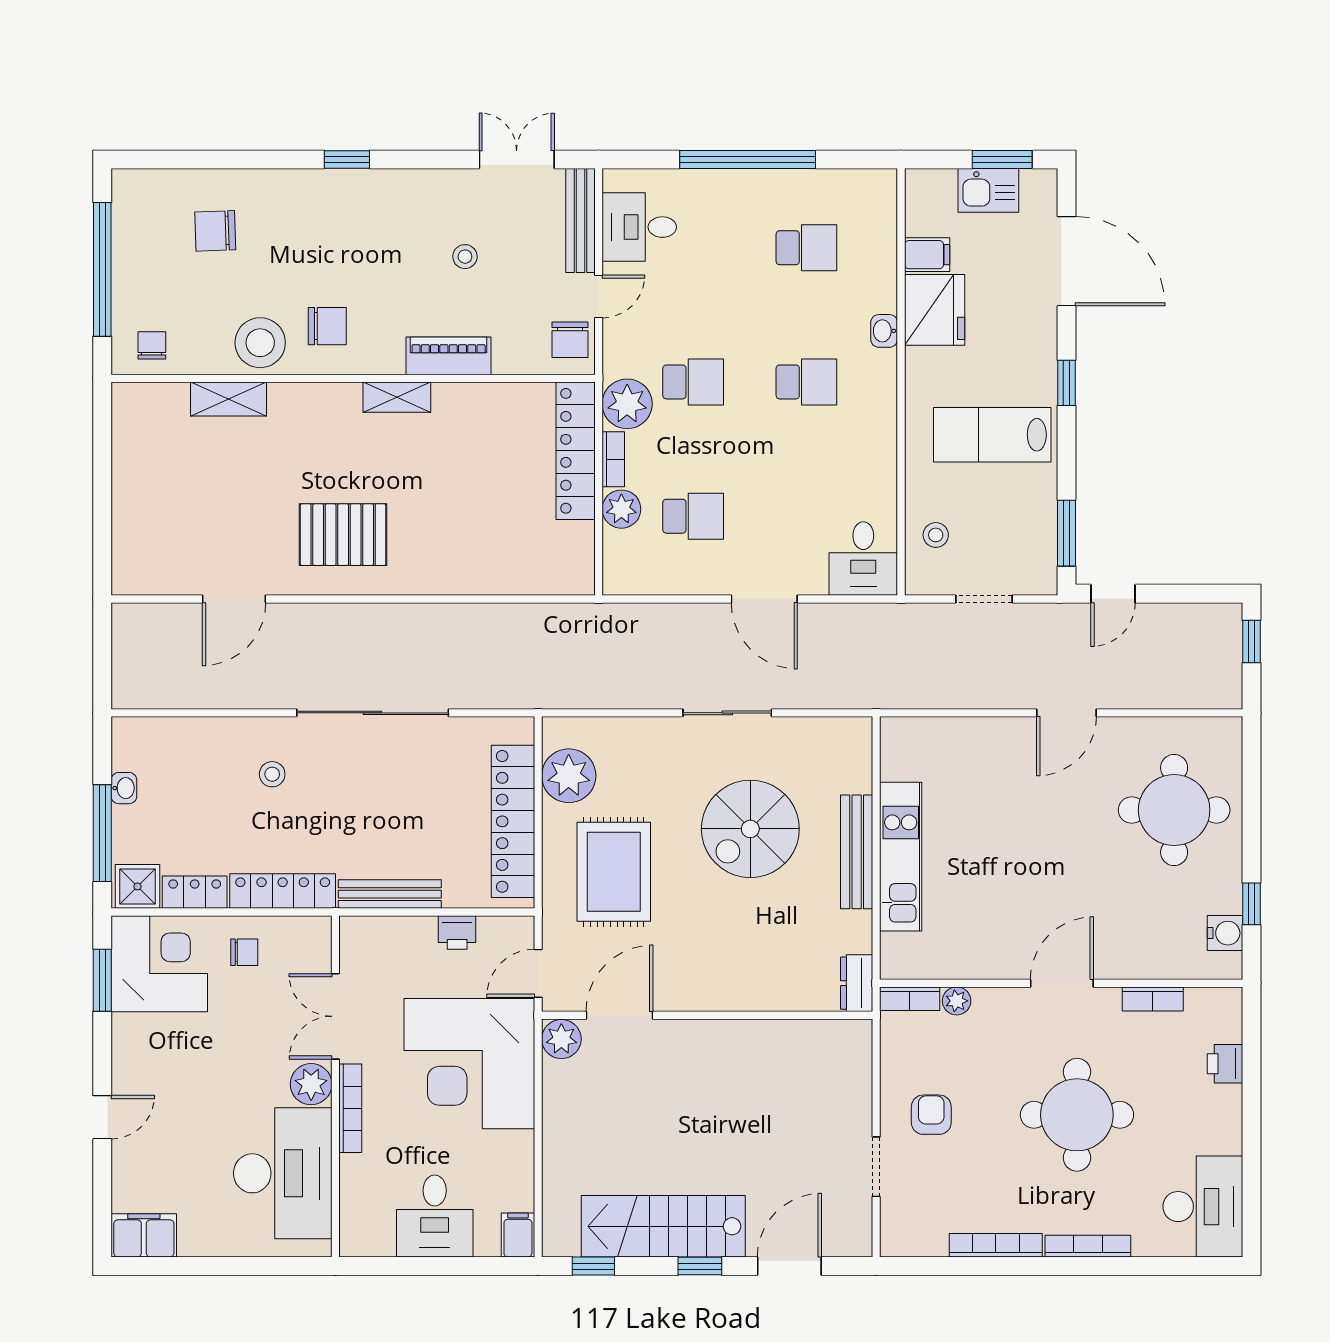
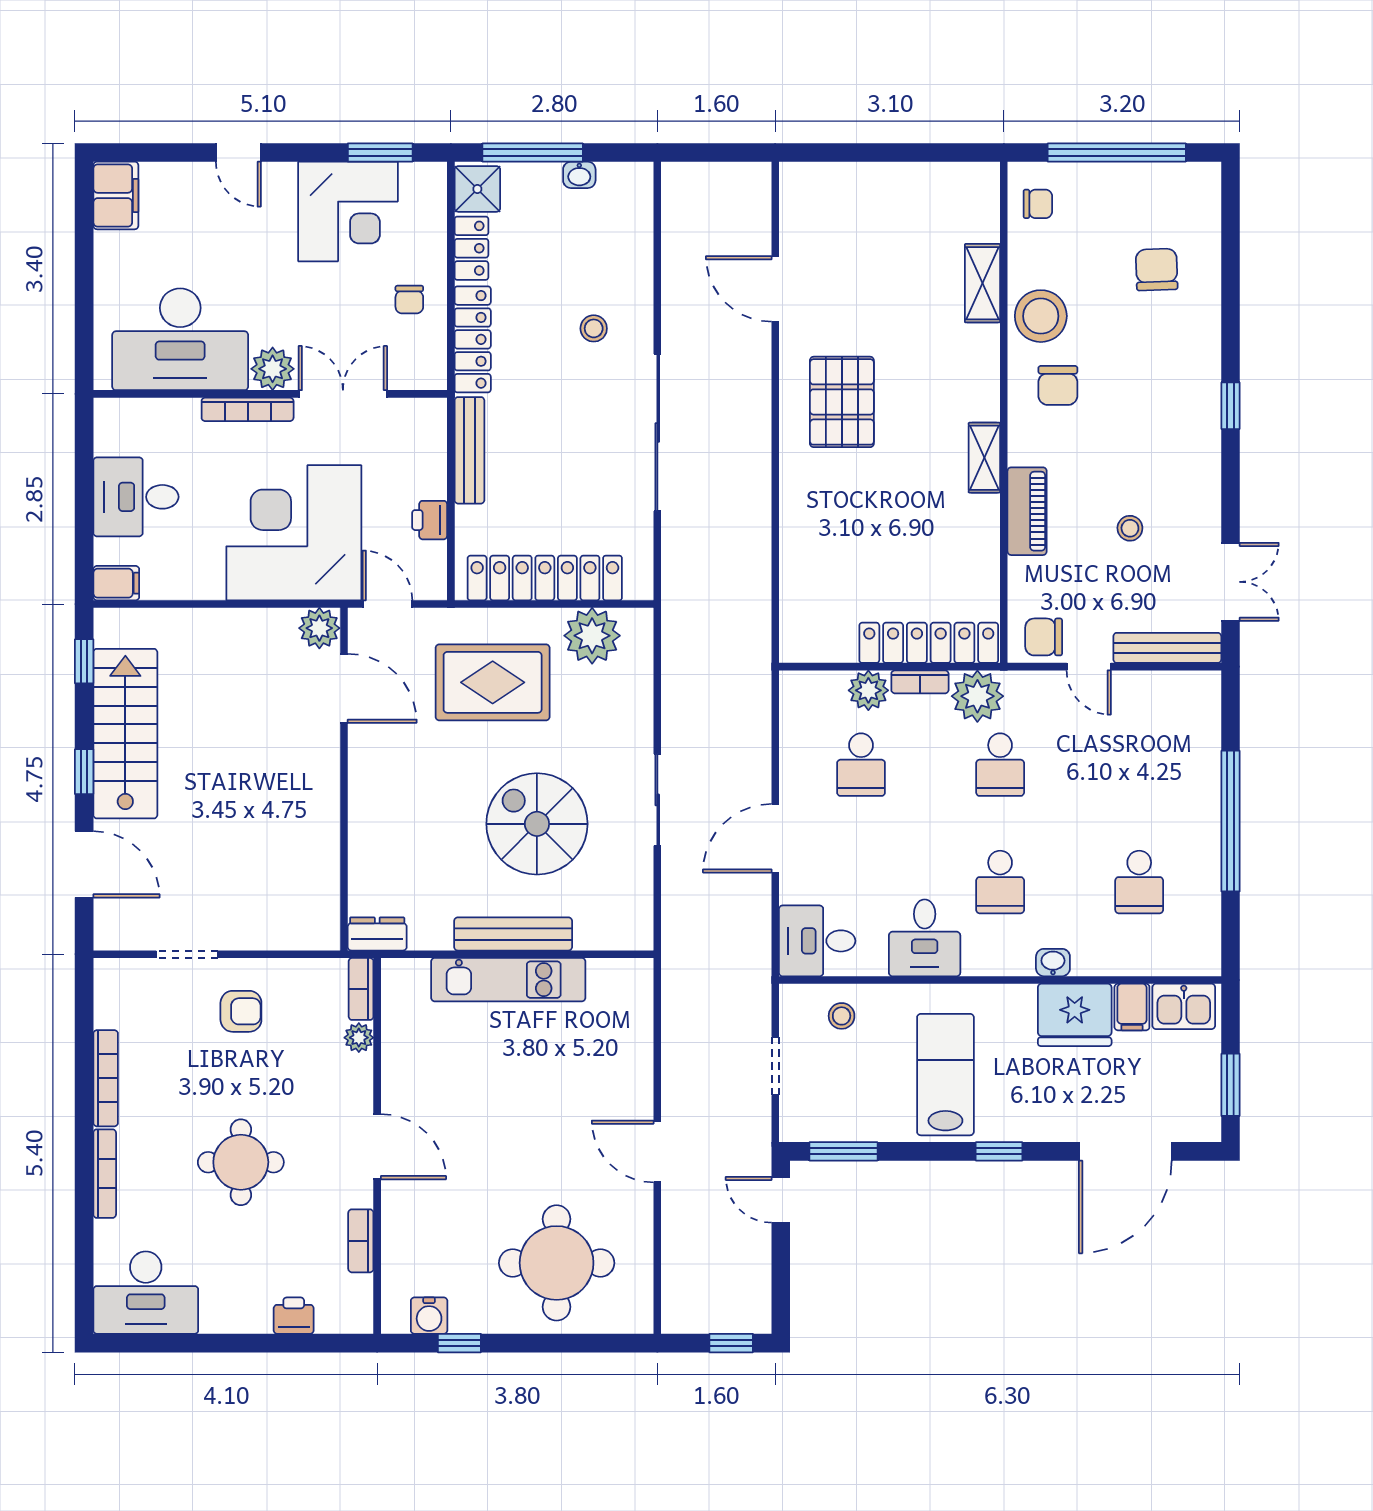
kitchen sink: (988, 190) -> (1184, 1006), moved, turned -90
desk: (639, 227) -> (925, 938), moved, turned 180
corner desk: (159, 964) -> (348, 211), moved
round table: (1077, 1115) -> (241, 1162), width x0.73, depth x0.73

